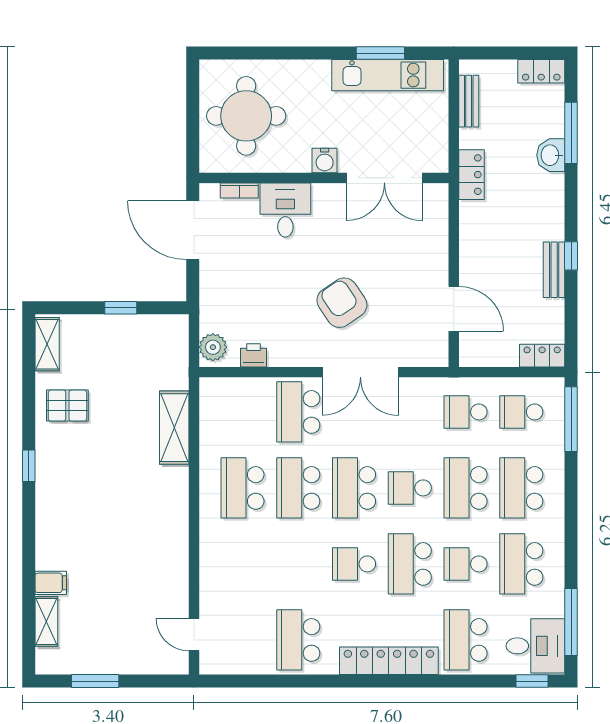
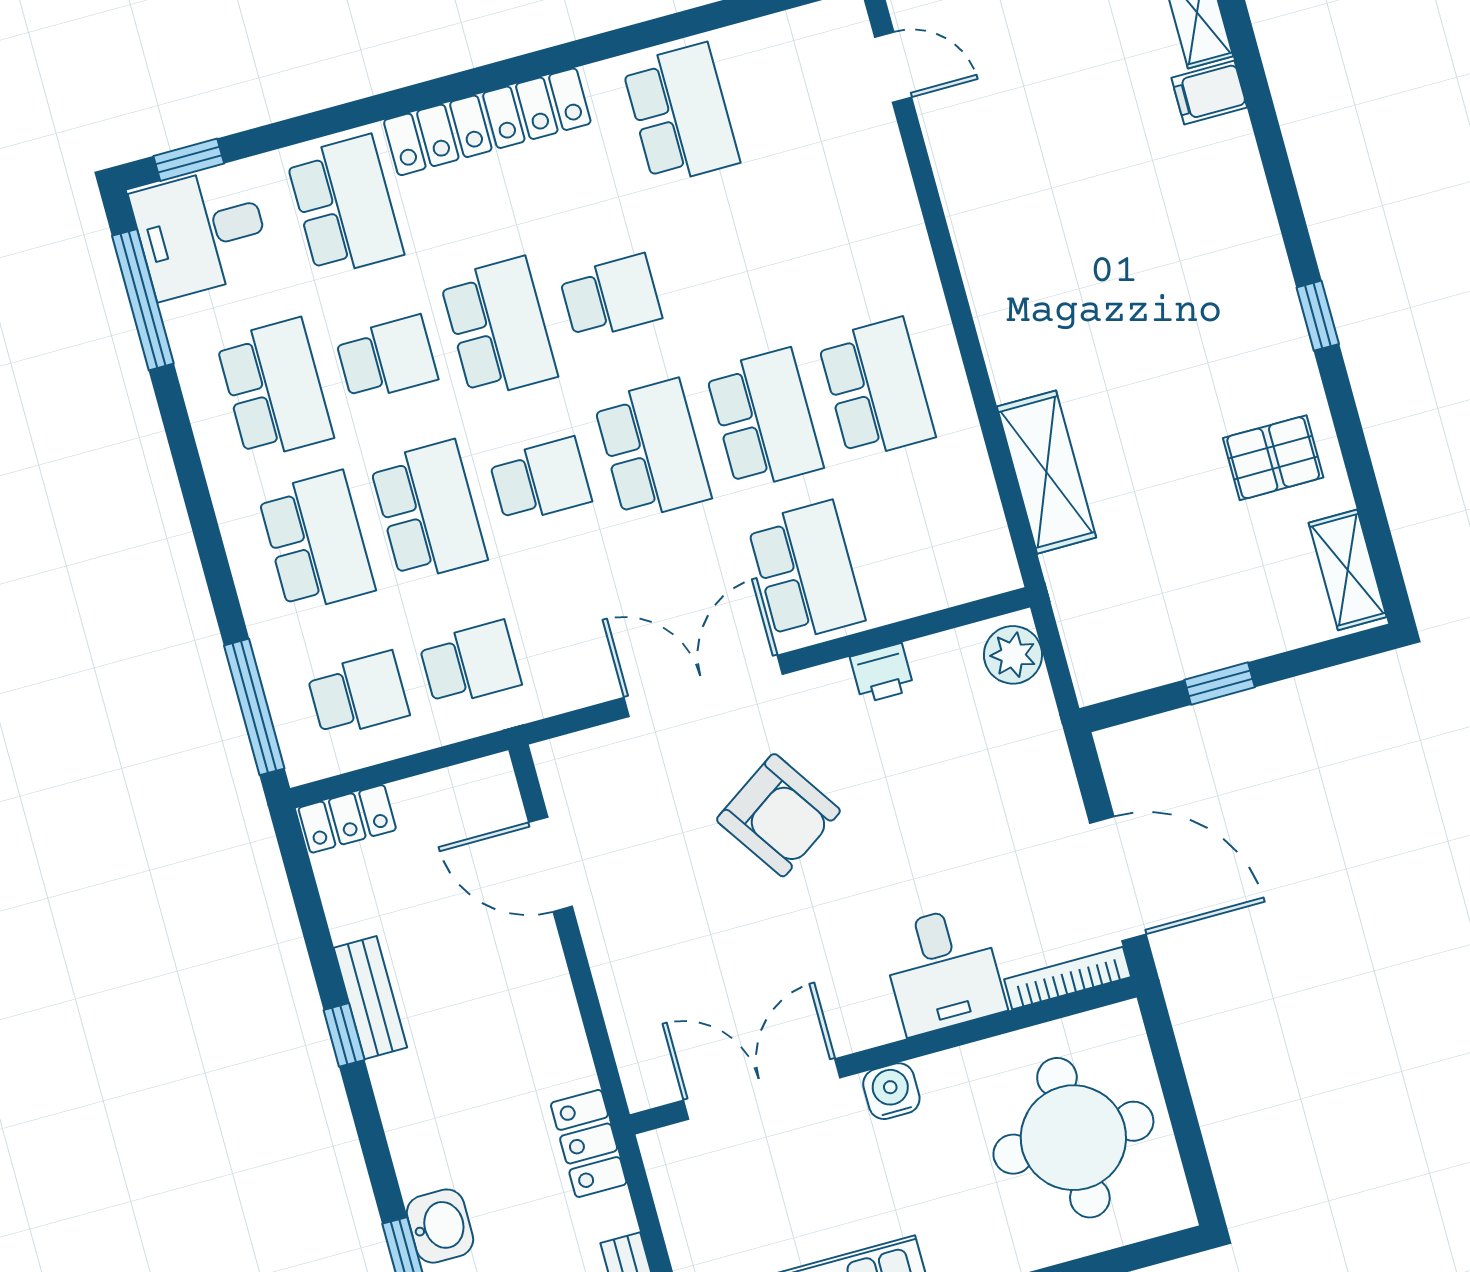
bookcase: (239, 190) -> (1068, 978), width x1.56
printer: (253, 355) -> (882, 673), moved

